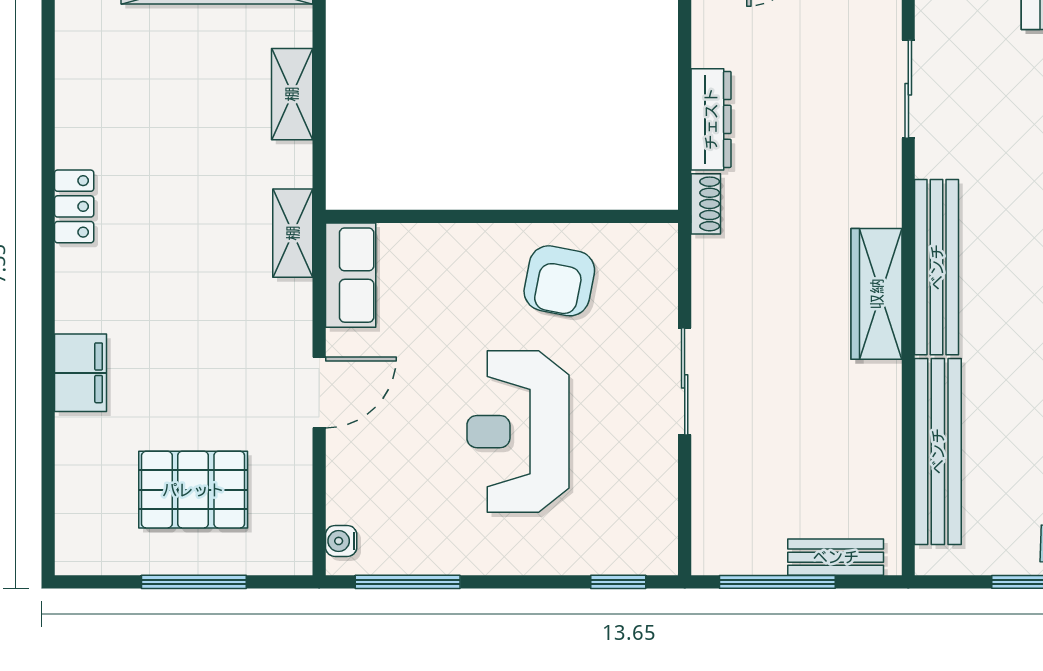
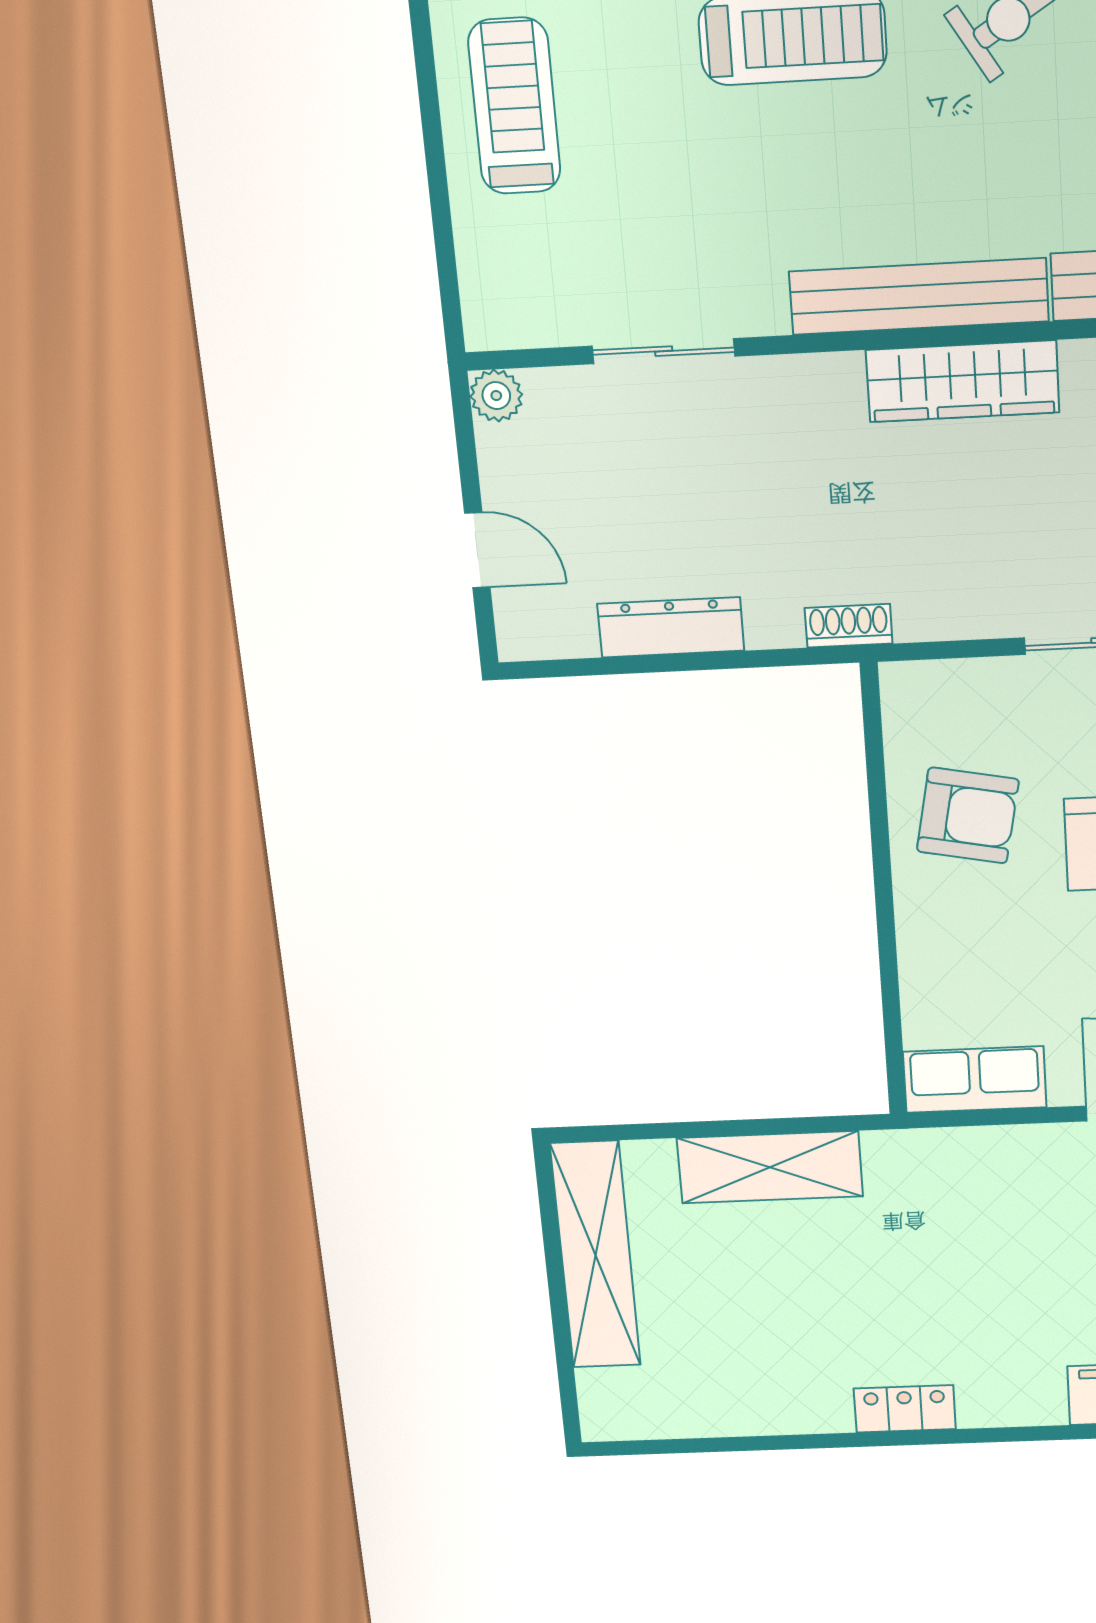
shelving: (292, 94) -> (770, 1167), width x1.50, depth x1.33
dresser: (711, 119) -> (671, 627), moved
shelving: (293, 233) -> (923, 1152), removed

